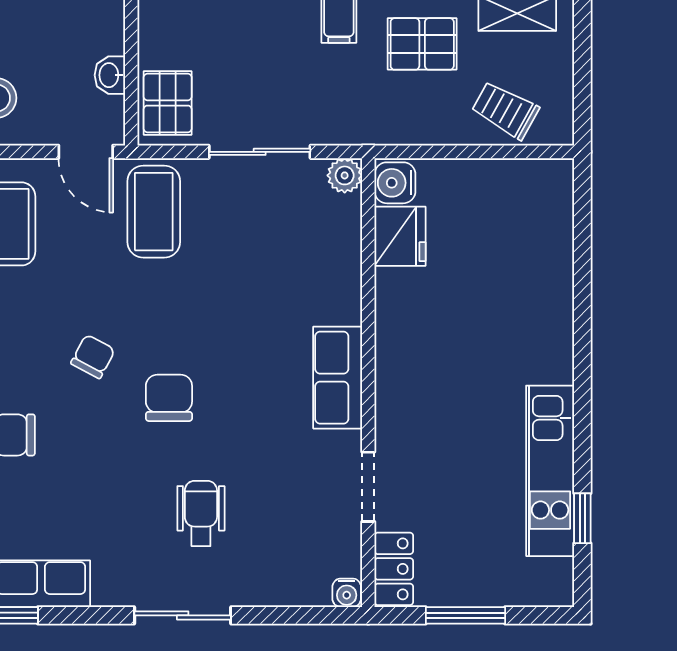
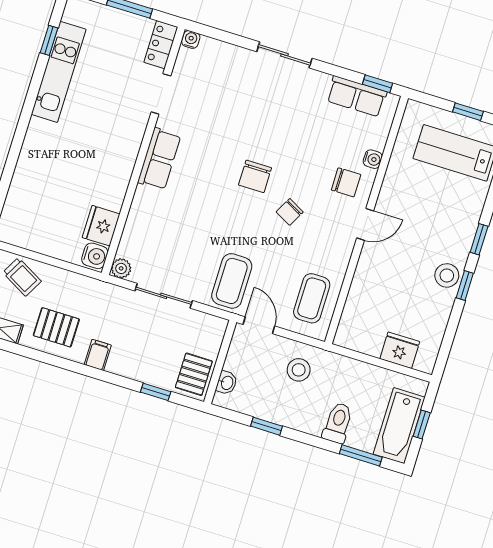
washbasin: (110, 75) -> (227, 383), moved
pallet: (168, 103) -> (194, 374), moved
wheelchair: (201, 514) -> (257, 108), removed

